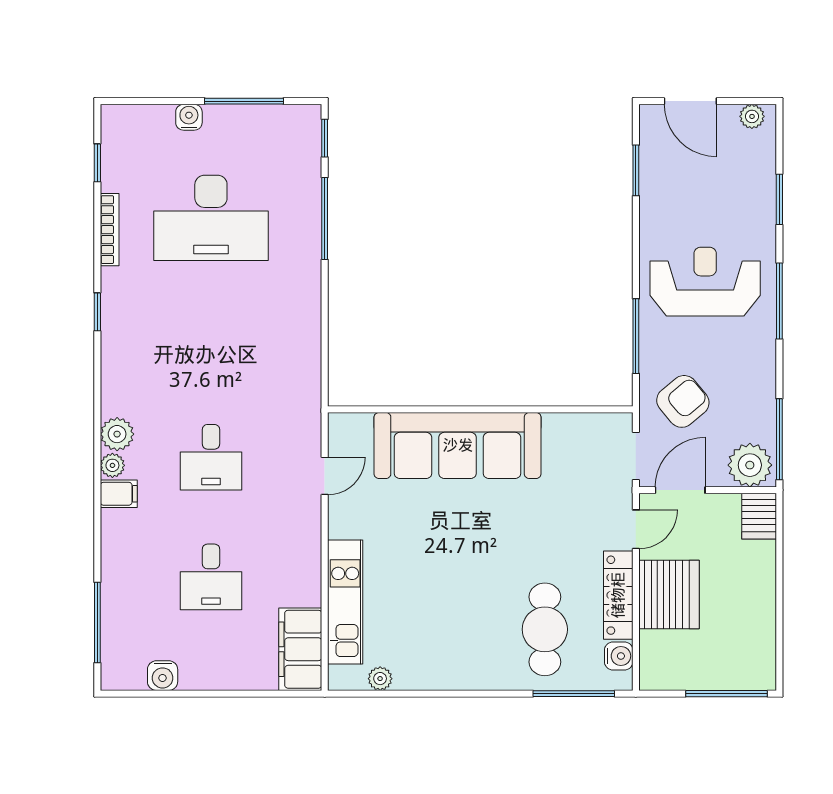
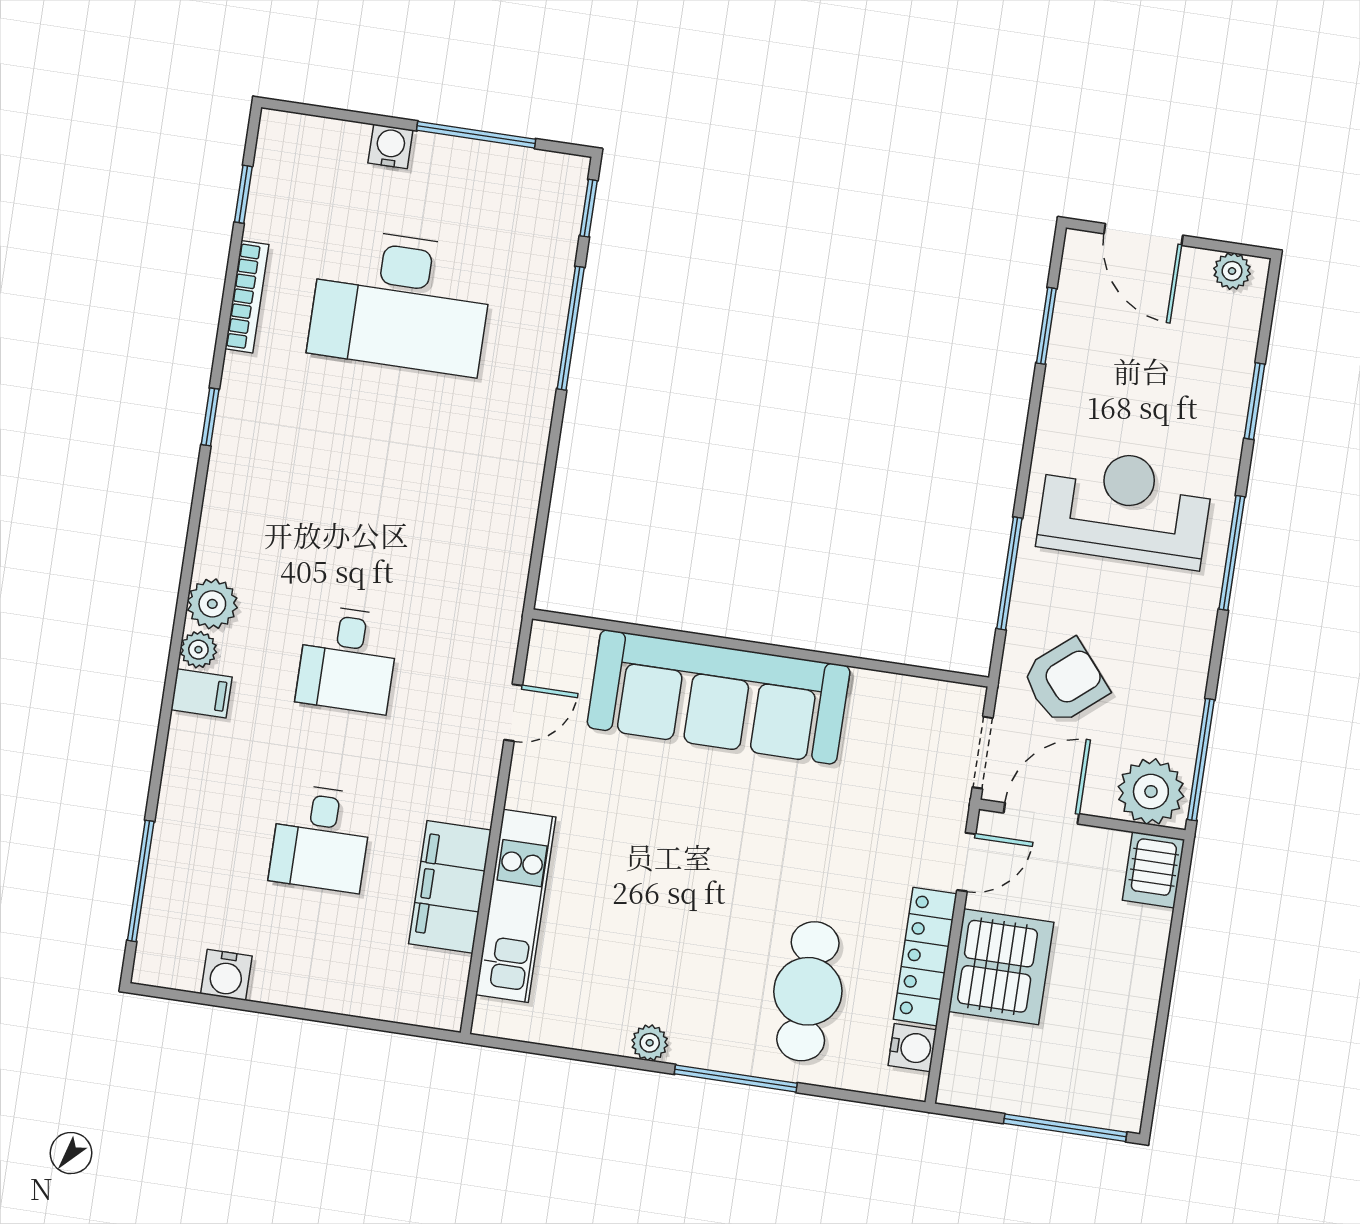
filing cabinet: (300, 649) -> (450, 887), moved
plant: (380, 679) -> (650, 1043), moved
window: (574, 694) -> (736, 1079), moved

